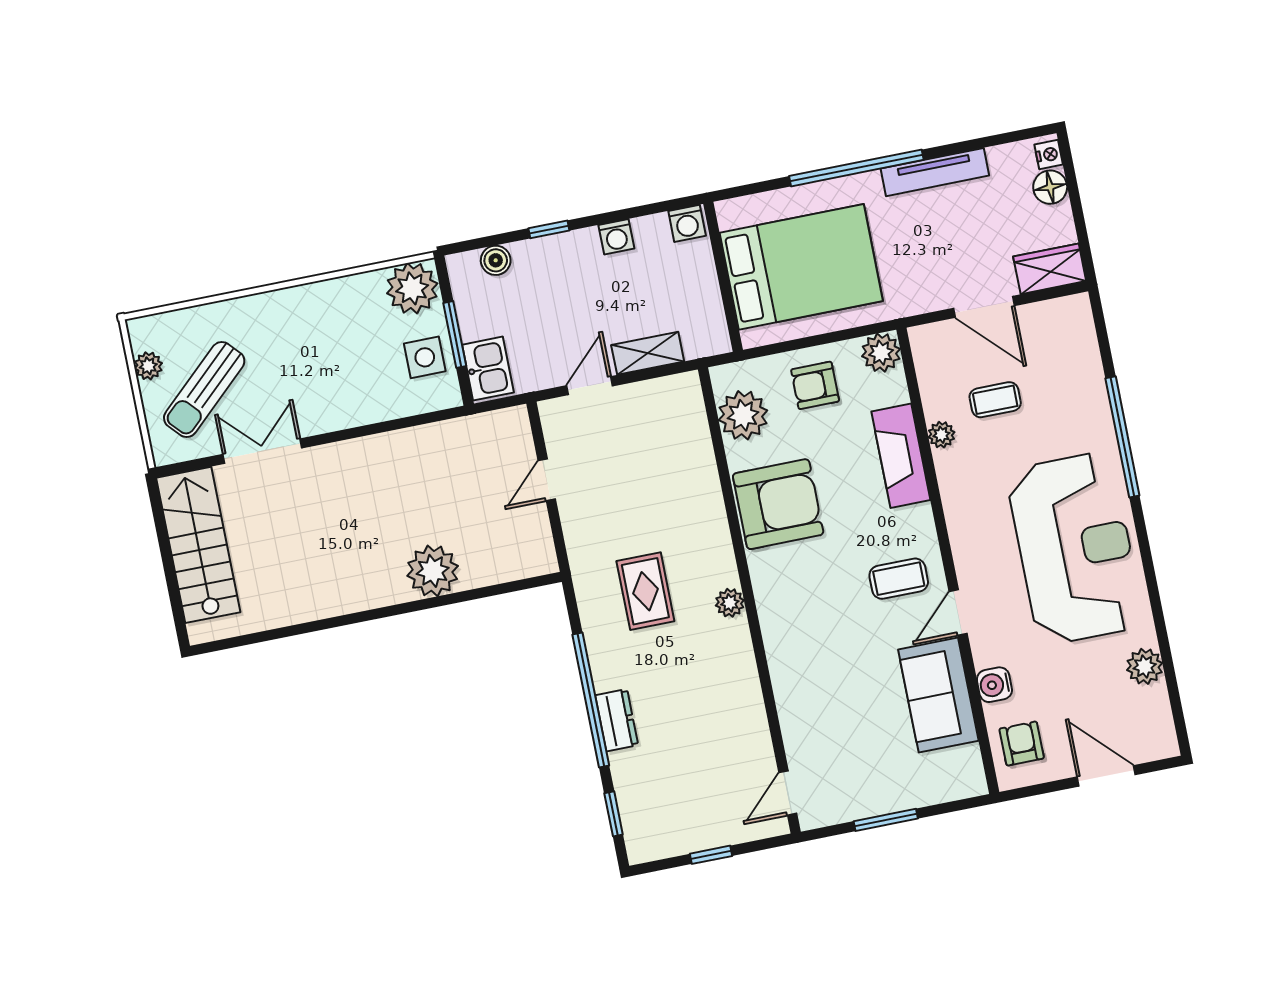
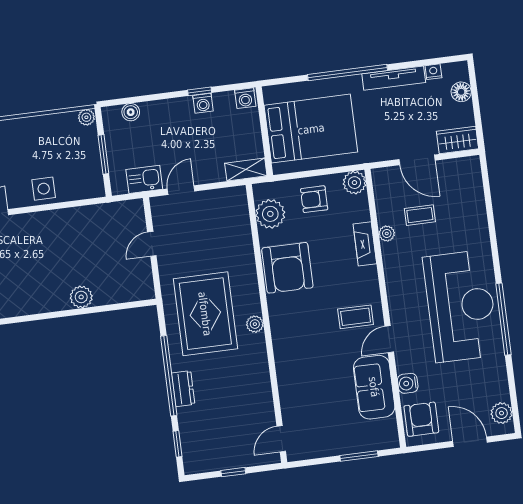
nightstand: (1049, 155) -> (433, 72), moved, turned -90
window: (549, 229) -> (200, 91), moved
plant: (412, 288) -> (86, 117), width x0.53, depth x0.53
shelving: (648, 353) -> (246, 170), moved
side table: (425, 357) -> (44, 189), moved
kitchen sink: (488, 369) -> (144, 179), moved, turned -90
window: (1122, 437) -> (503, 319), moved
fireplace: (901, 456) -> (365, 244), width x0.73, depth x0.76
armchair: (778, 504) -> (287, 268), turned 90
plant: (433, 571) -> (81, 297), width x0.73, depth x0.73
rug: (645, 591) -> (205, 314), width x1.86, depth x2.06
plant: (1145, 666) -> (502, 413), moved
armchair: (1022, 744) -> (421, 419), width x1.38, depth x1.38
window: (886, 820) -> (359, 456), moved

